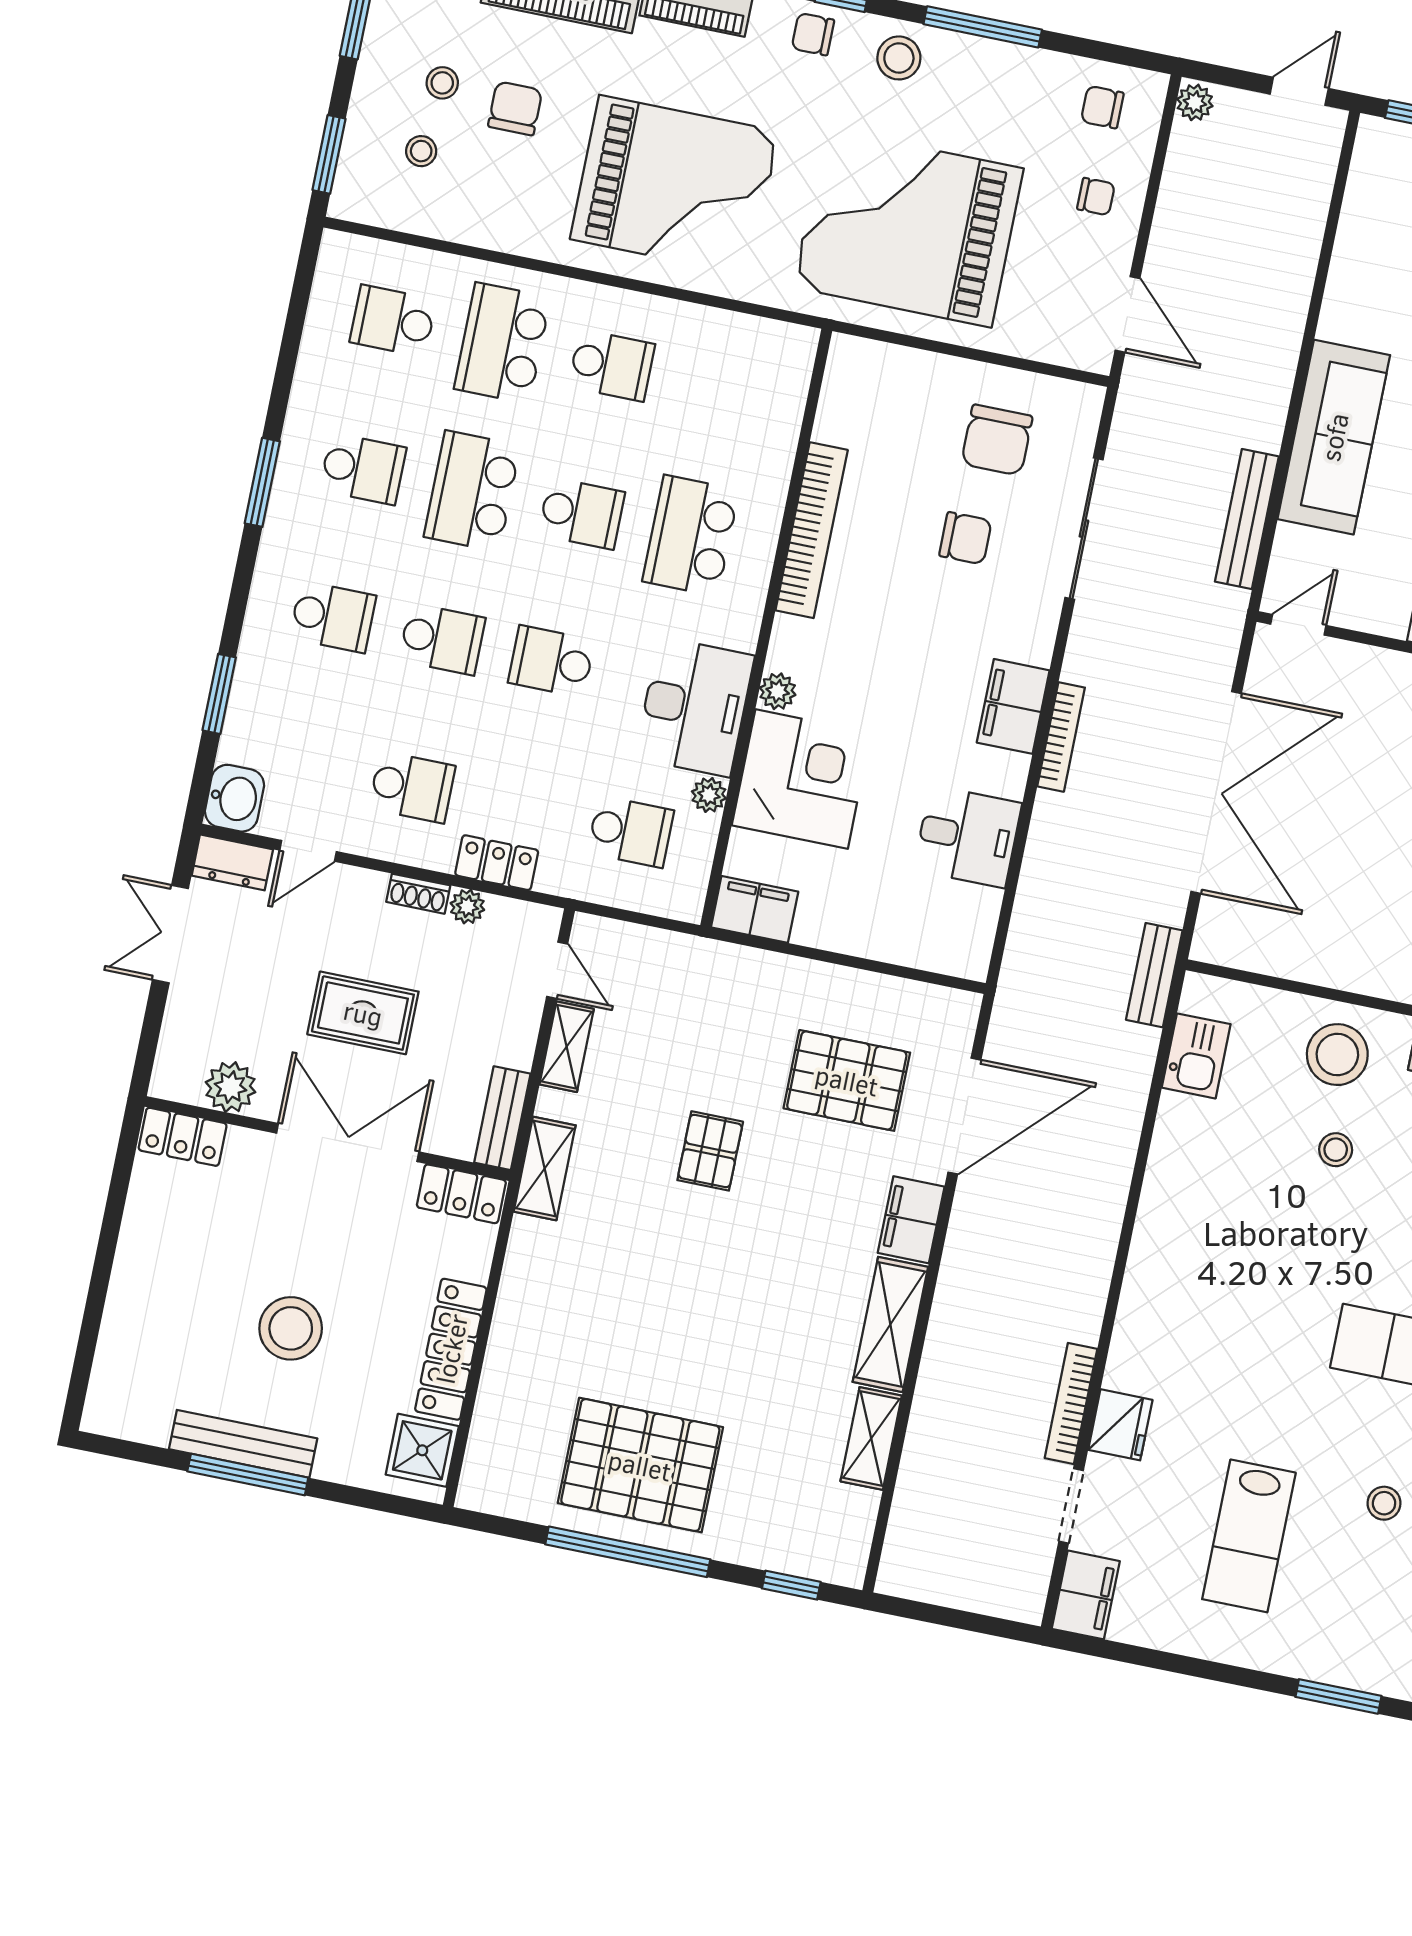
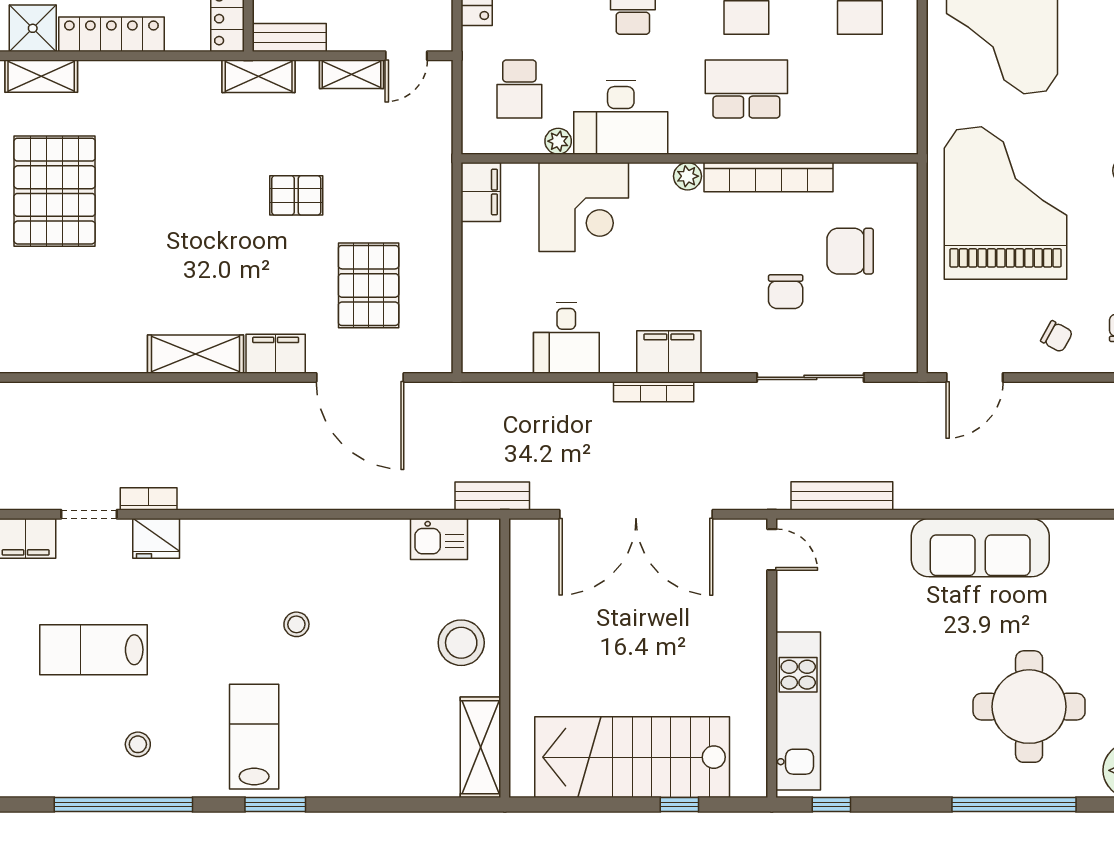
chair: (1096, 197) -> (1057, 337), turned -61
sofa: (1334, 437) -> (980, 548), moved
chair: (997, 440) -> (850, 251), moved
plant: (778, 691) -> (688, 176), moved
stool: (1336, 1150) -> (296, 624), moved
bookcase: (1071, 1403) -> (149, 499), width x0.64
shelving: (871, 1438) -> (41, 76), moved

